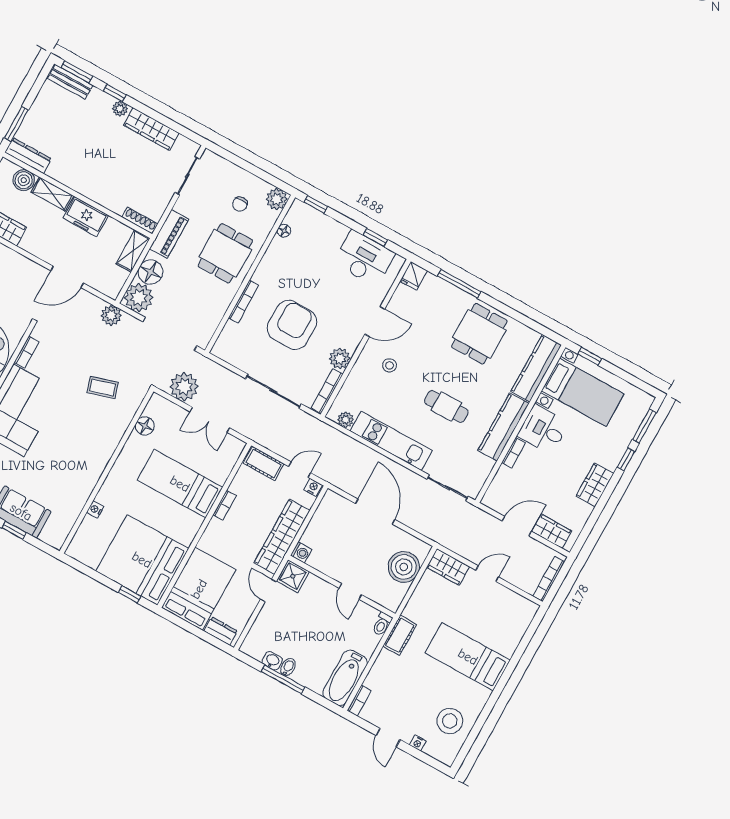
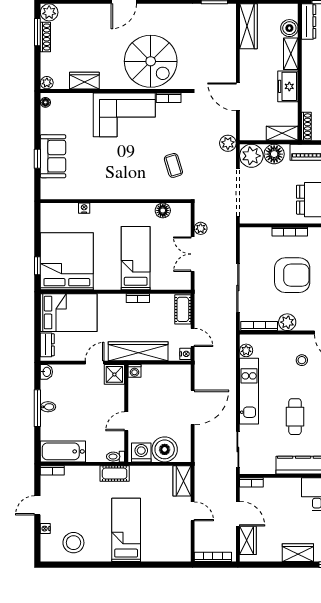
plant: (184, 387) -> (201, 228), width x0.53, depth x0.53
bookcase: (513, 453) -> (251, 482), moved
washing machine: (393, 594) -> (141, 452), added
washbasin: (272, 661) -> (46, 372), moved

